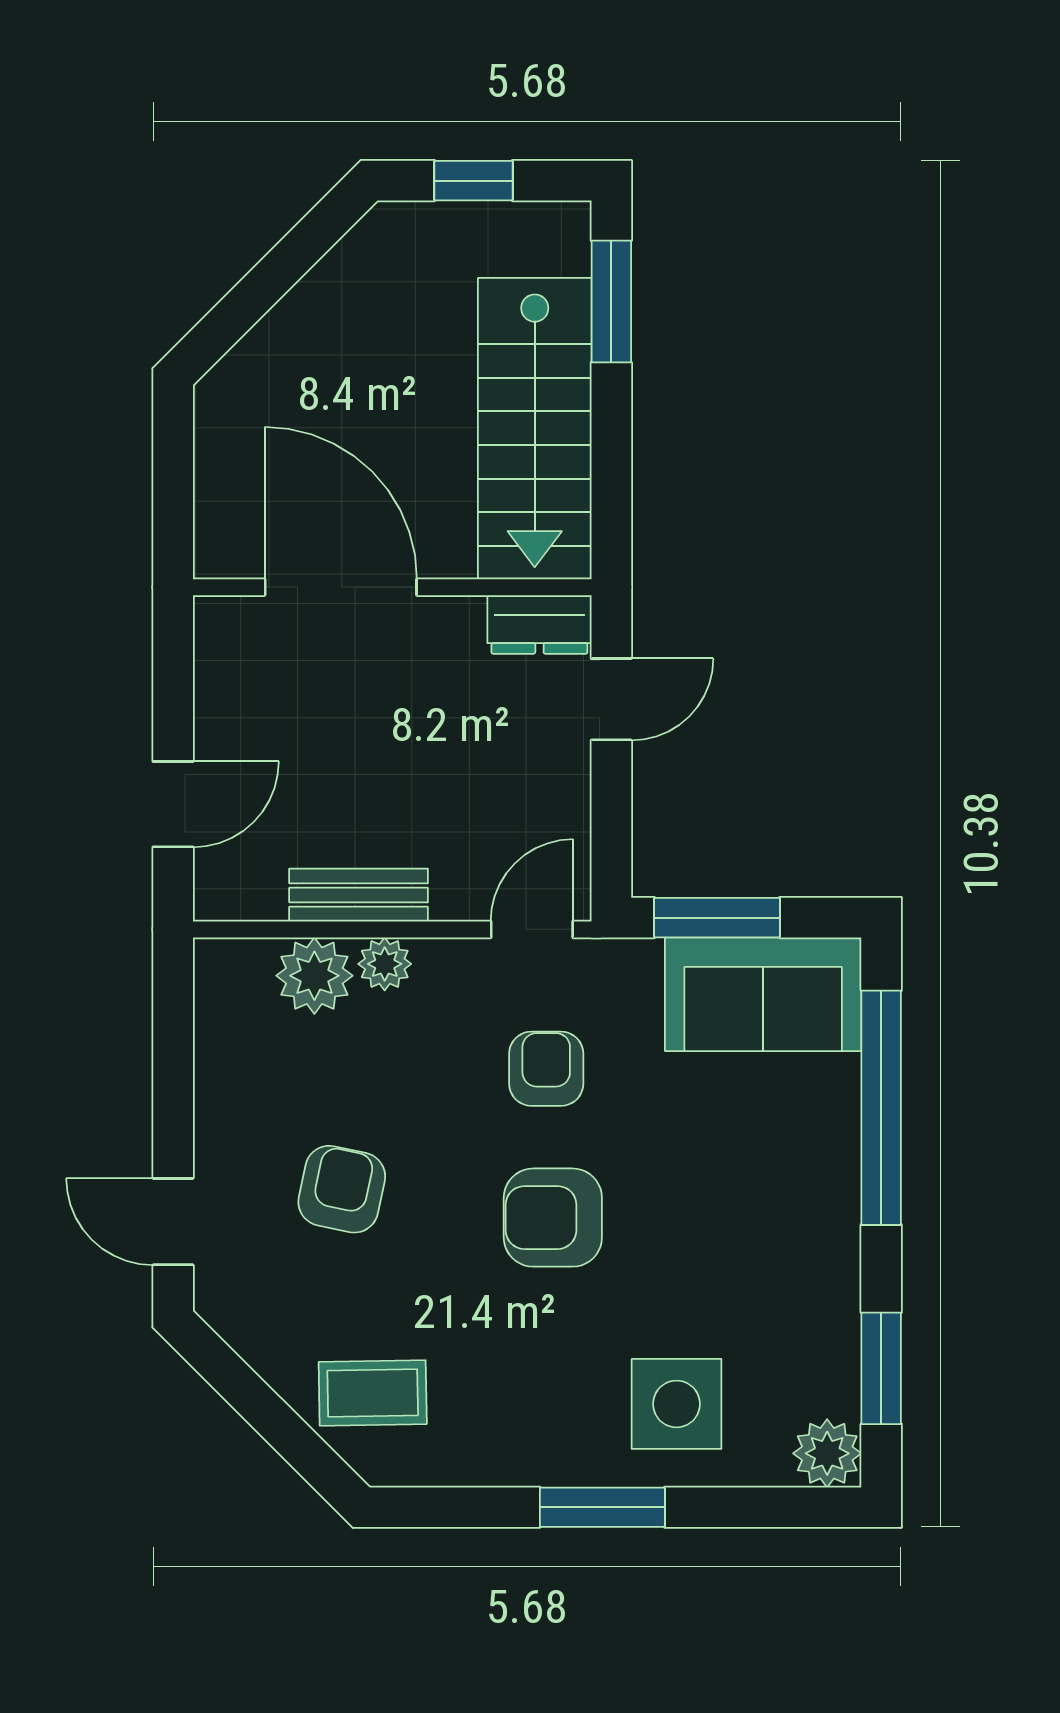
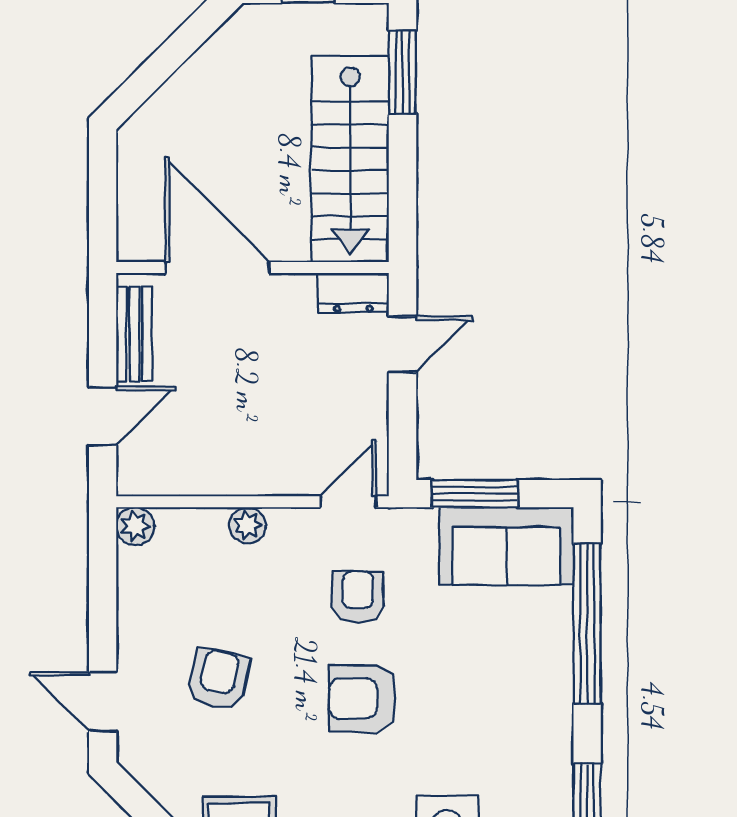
bench: (359, 895) -> (134, 334), moved, turned 90
plant: (314, 976) -> (135, 526), moved, width x0.73, depth x0.73

